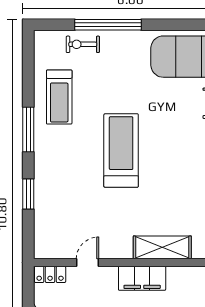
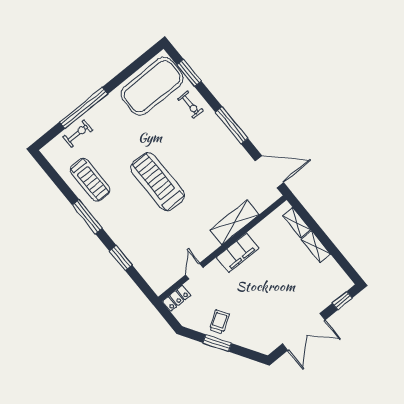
exercise bike: (83, 44) -> (78, 134), turned 180

